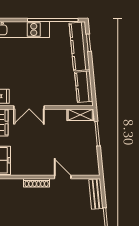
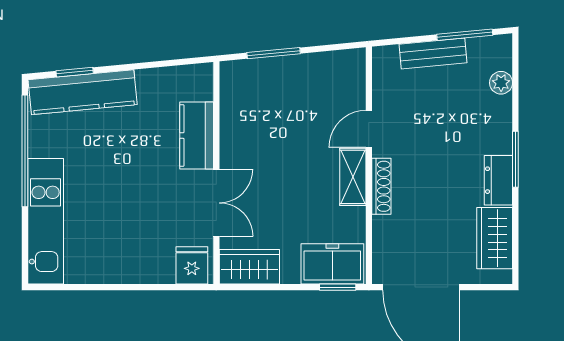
kitchen counter: (84, 87) -> (197, 136), moved, turned 95
shelving: (80, 115) -> (353, 177), moved
bench: (96, 194) -> (433, 53), moved

